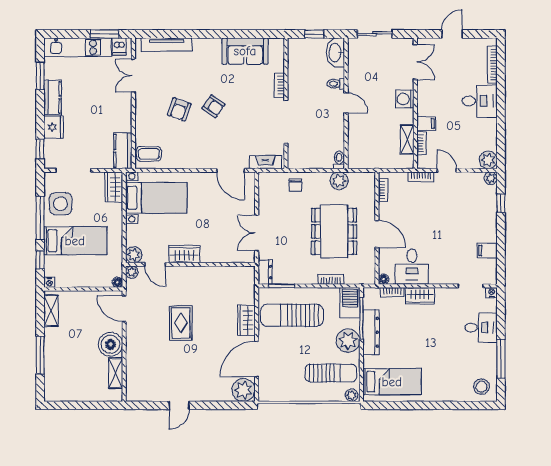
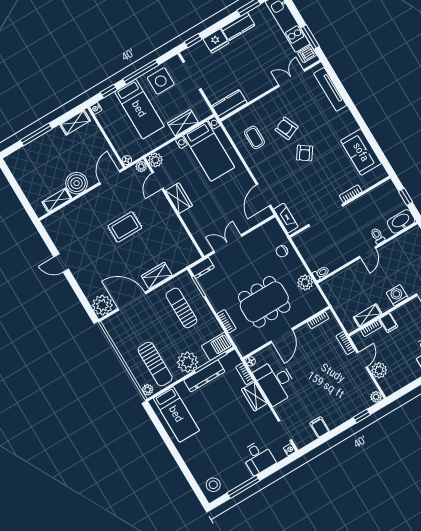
armchair: (179, 109) -> (287, 128), turned 47
coffee table: (149, 154) -> (255, 137), moved
plant: (488, 160) -> (379, 370), moved
wardrobe: (114, 187) -> (183, 123), moved
desk: (412, 267) -> (276, 382), width x1.37
sun lounger: (292, 315) -> (181, 308), width x0.73, depth x0.75

